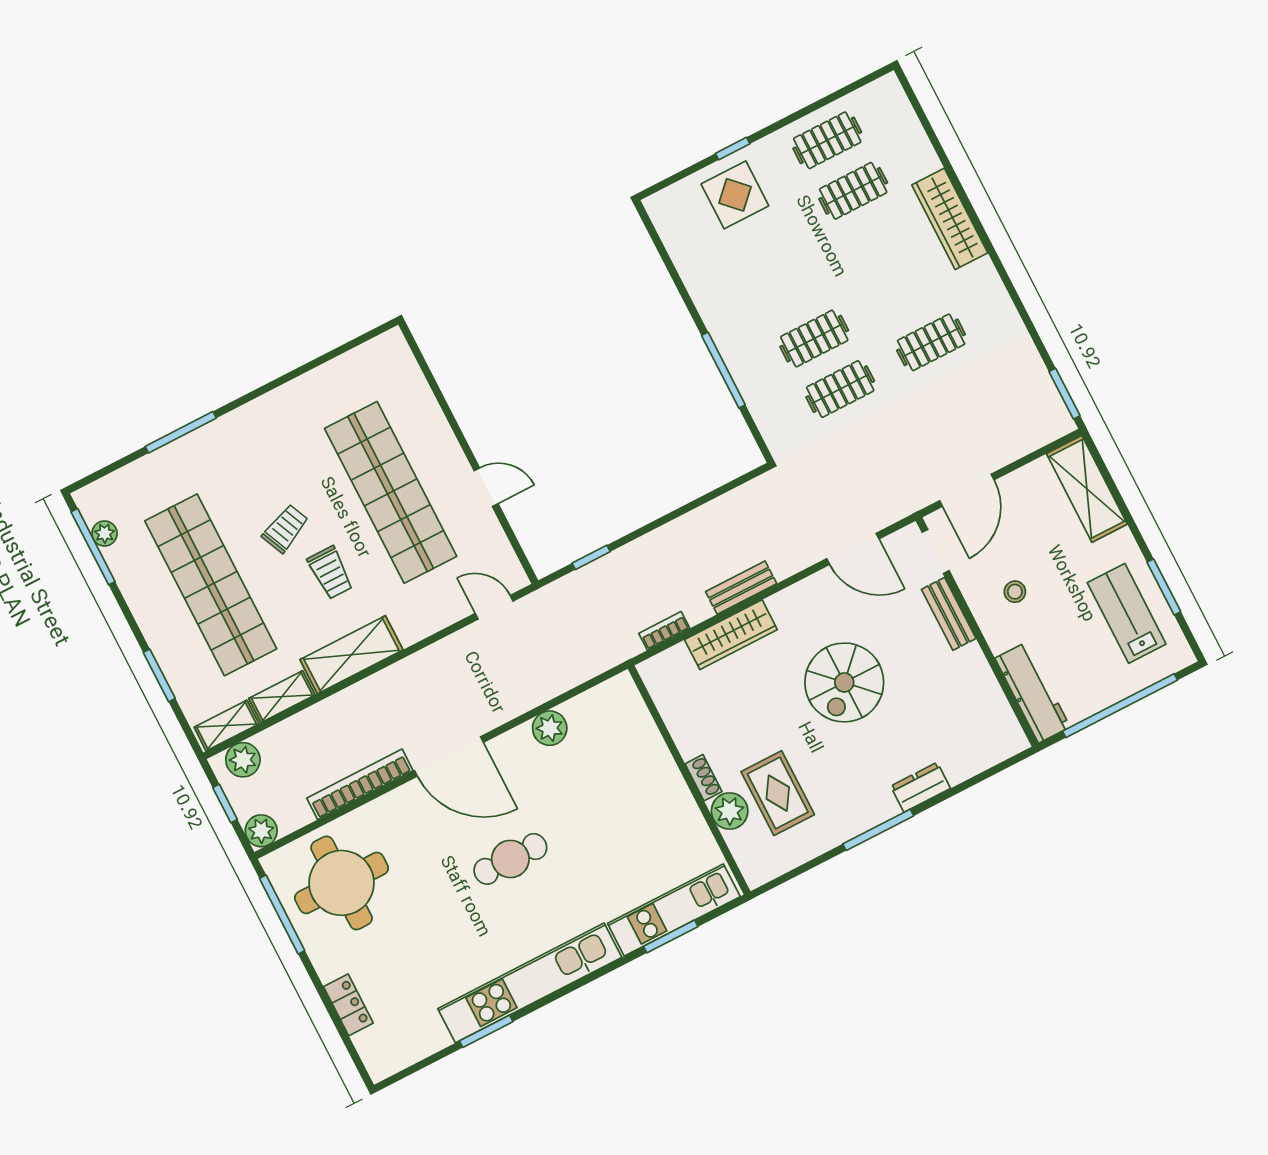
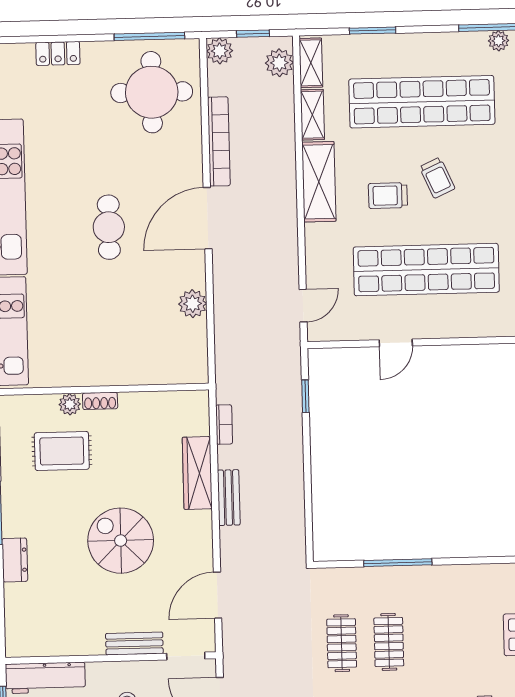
plant: (730, 811) -> (70, 404), width x0.73, depth x0.73

